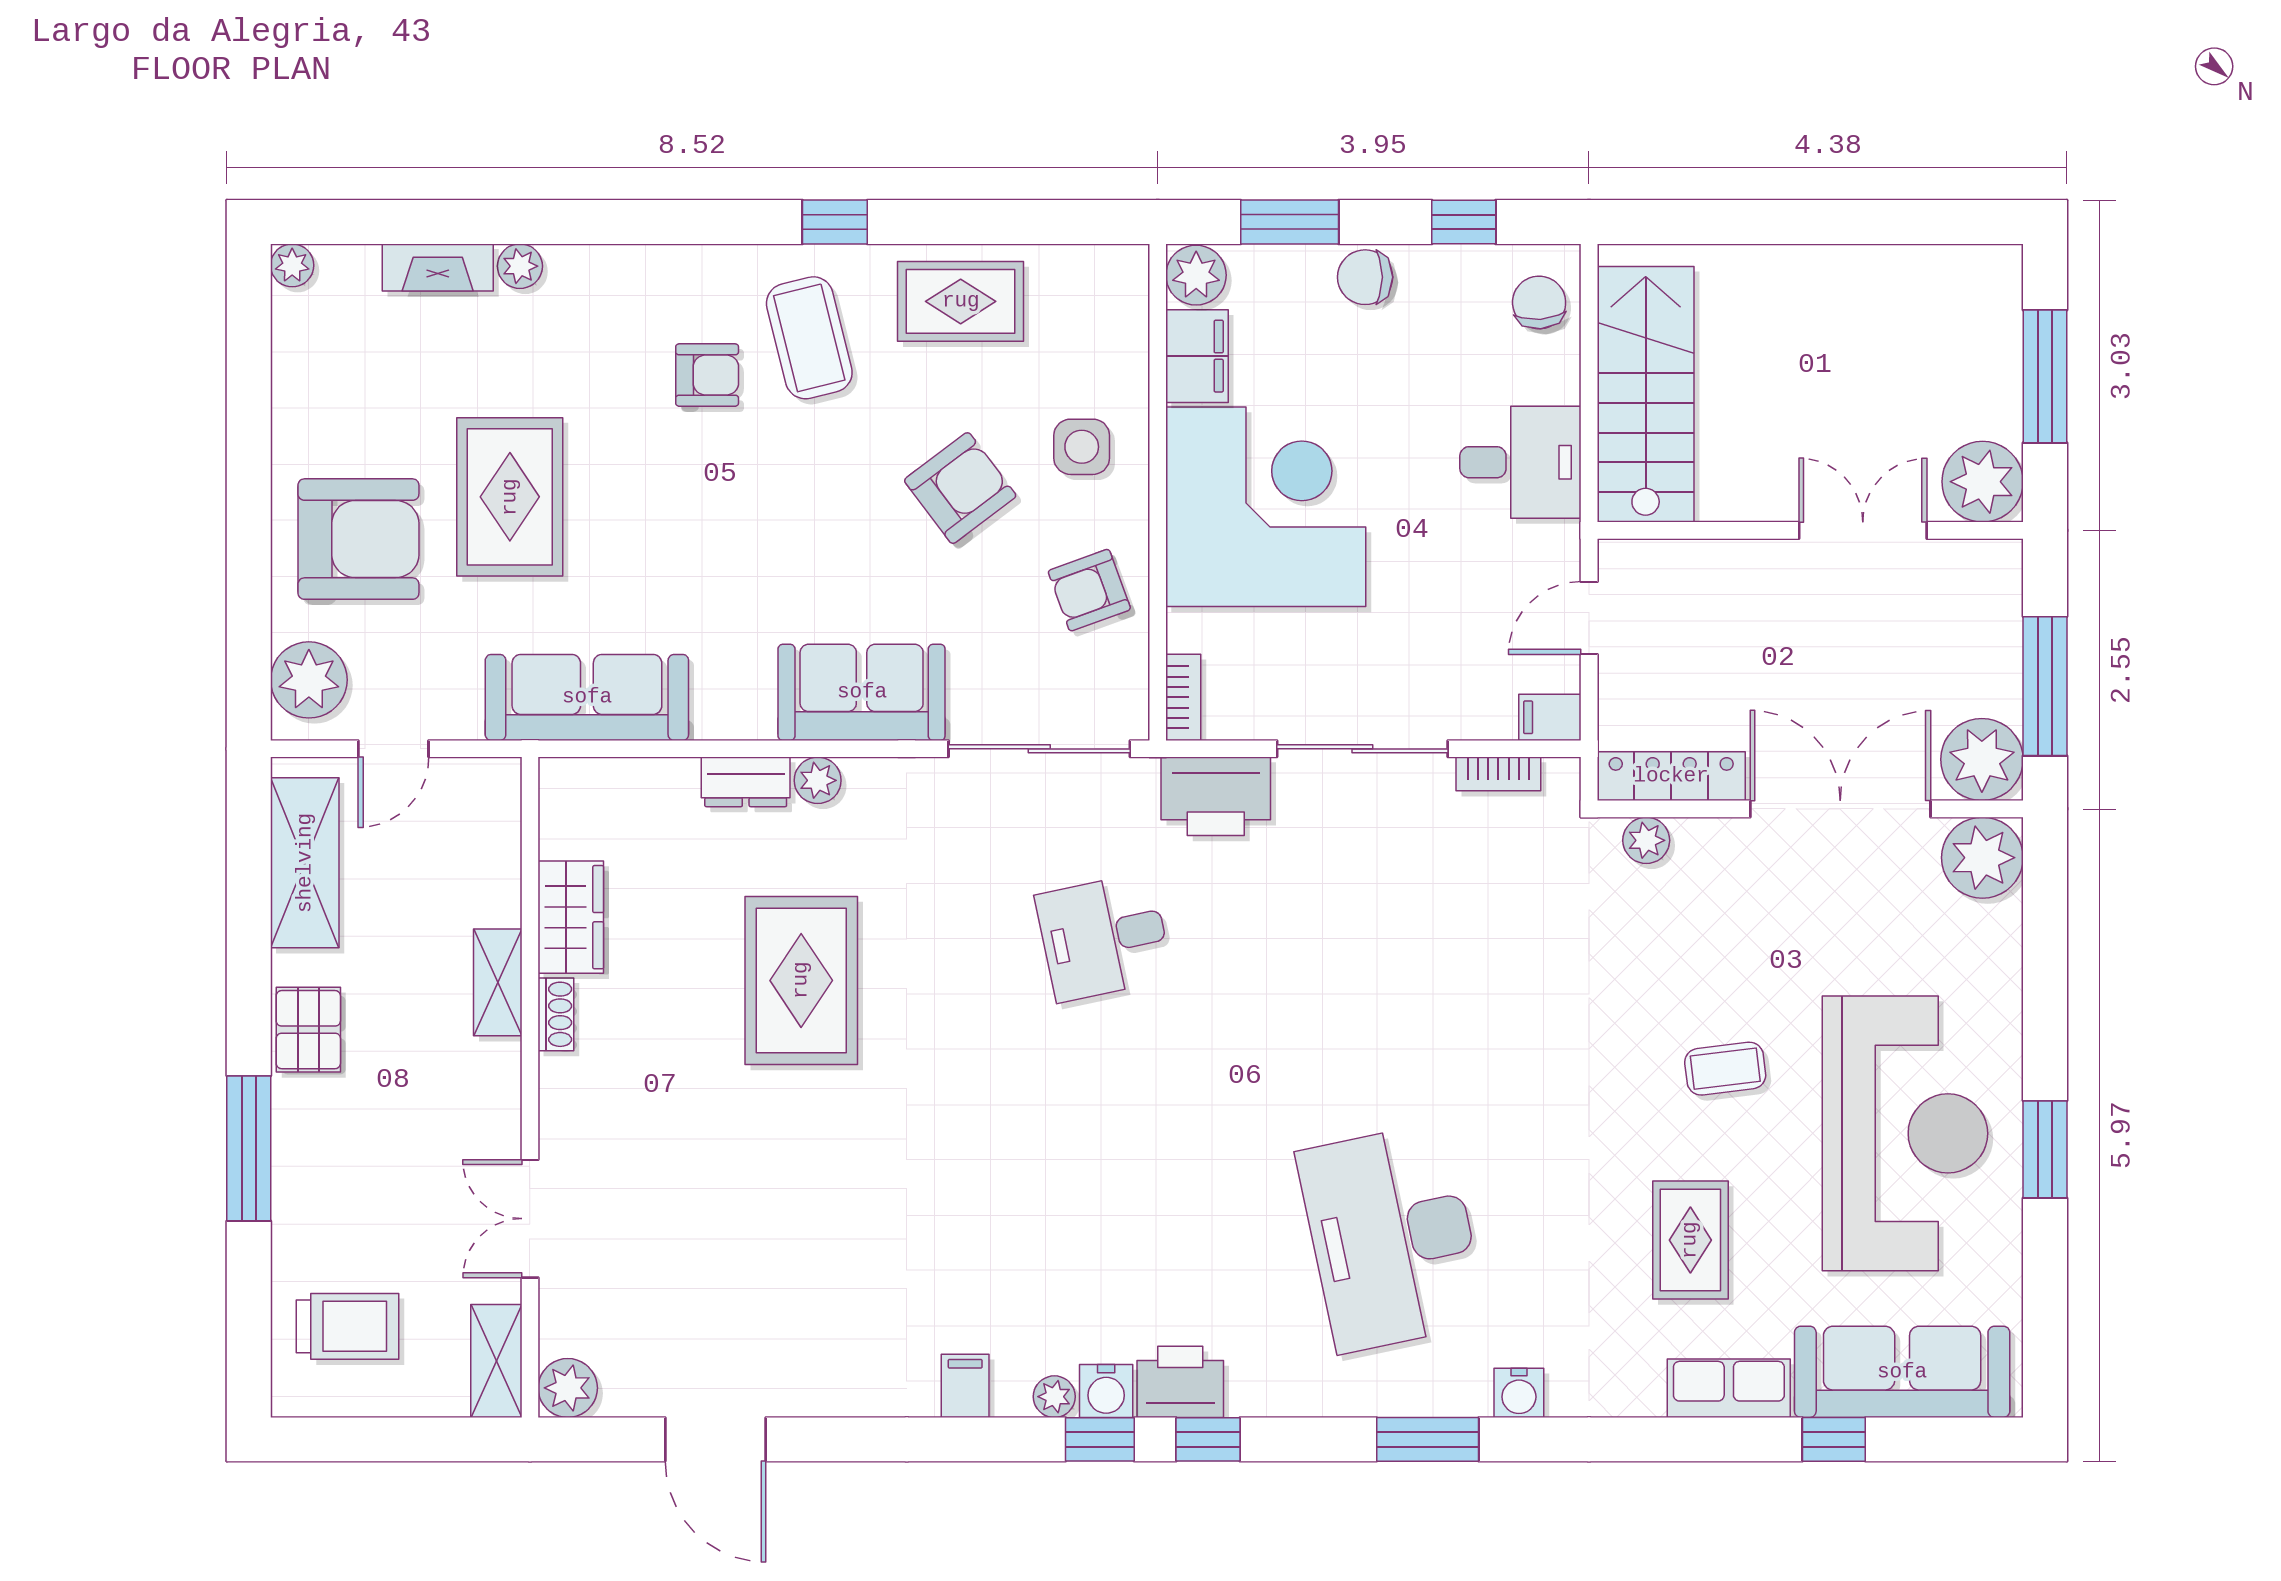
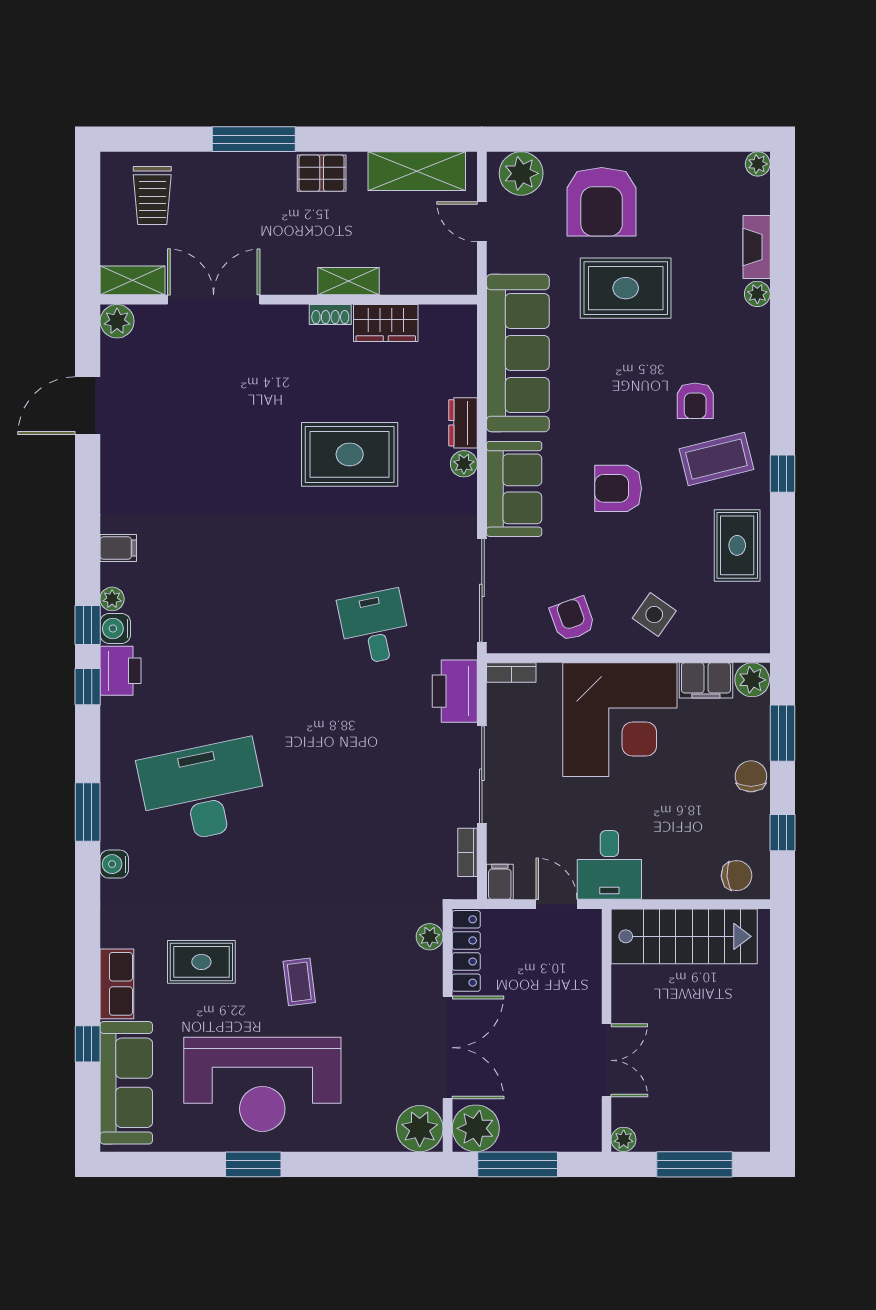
side table: (1082, 447) -> (654, 615), turned 35
desk: (1520, 462) -> (609, 865), moved
plant: (1983, 482) -> (624, 1139), width x0.53, depth x0.53
armchair: (960, 488) -> (618, 488), moved, turned 127
sofa: (587, 697) -> (518, 353), width x1.36, depth x1.27
double door: (530, 1219) -> (214, 300), width x1.37

